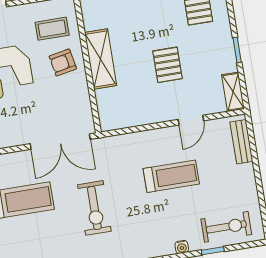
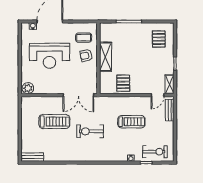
pallet: (168, 65) -> (123, 83), moved
door: (191, 120) -> (157, 95), moved
exercise bike: (94, 208) -> (90, 131), turned 90

